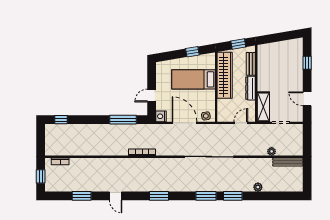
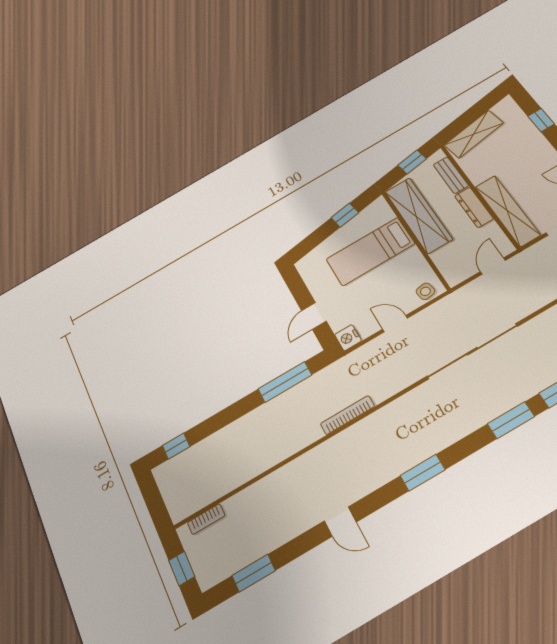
shelving: (274, 49) -> (474, 134), added
shelving: (263, 107) -> (507, 211), width x1.47
door: (184, 123) -> (395, 324), width x0.53
window: (82, 196) -> (254, 573), moved

